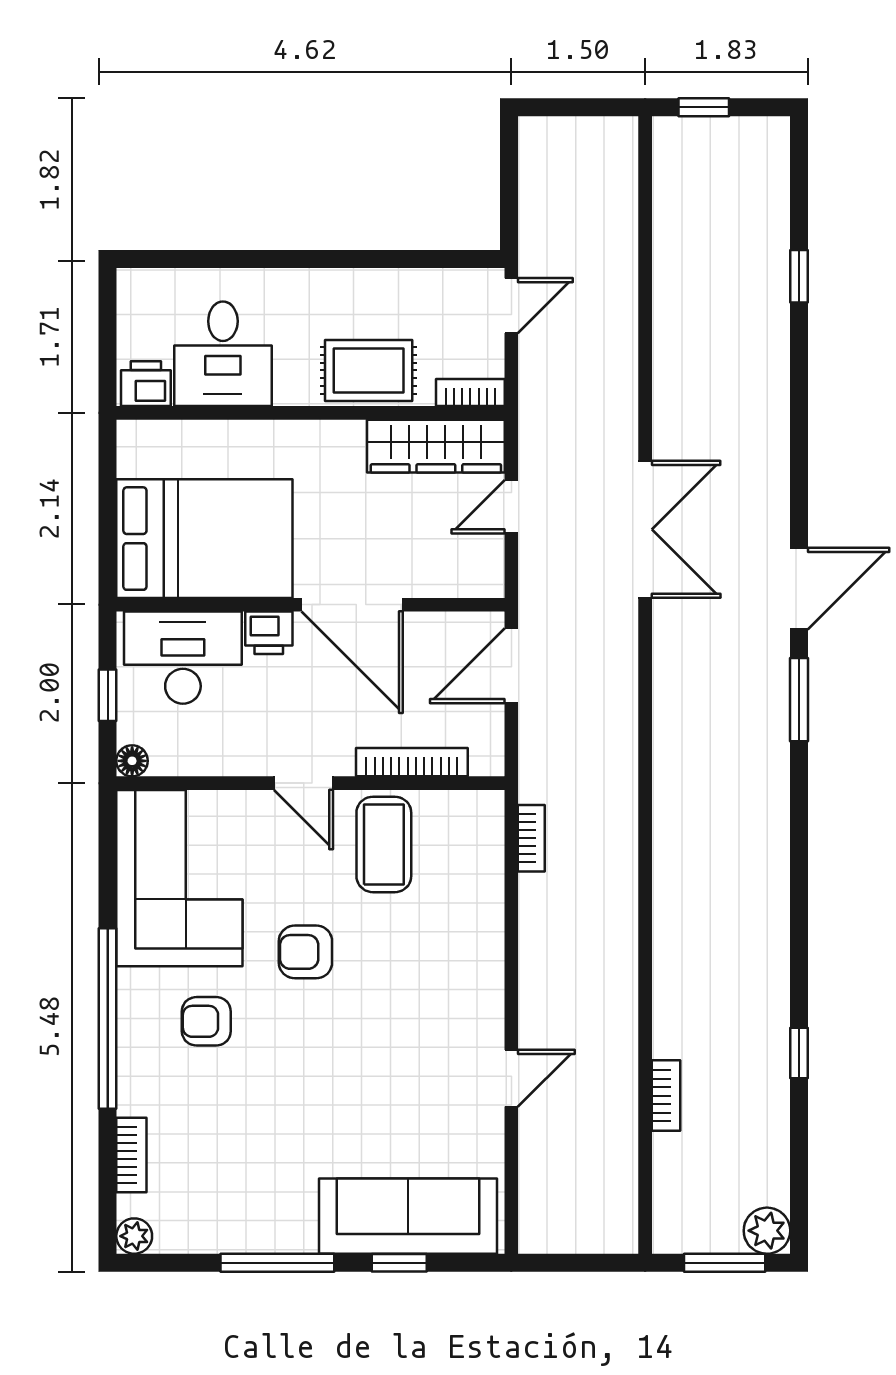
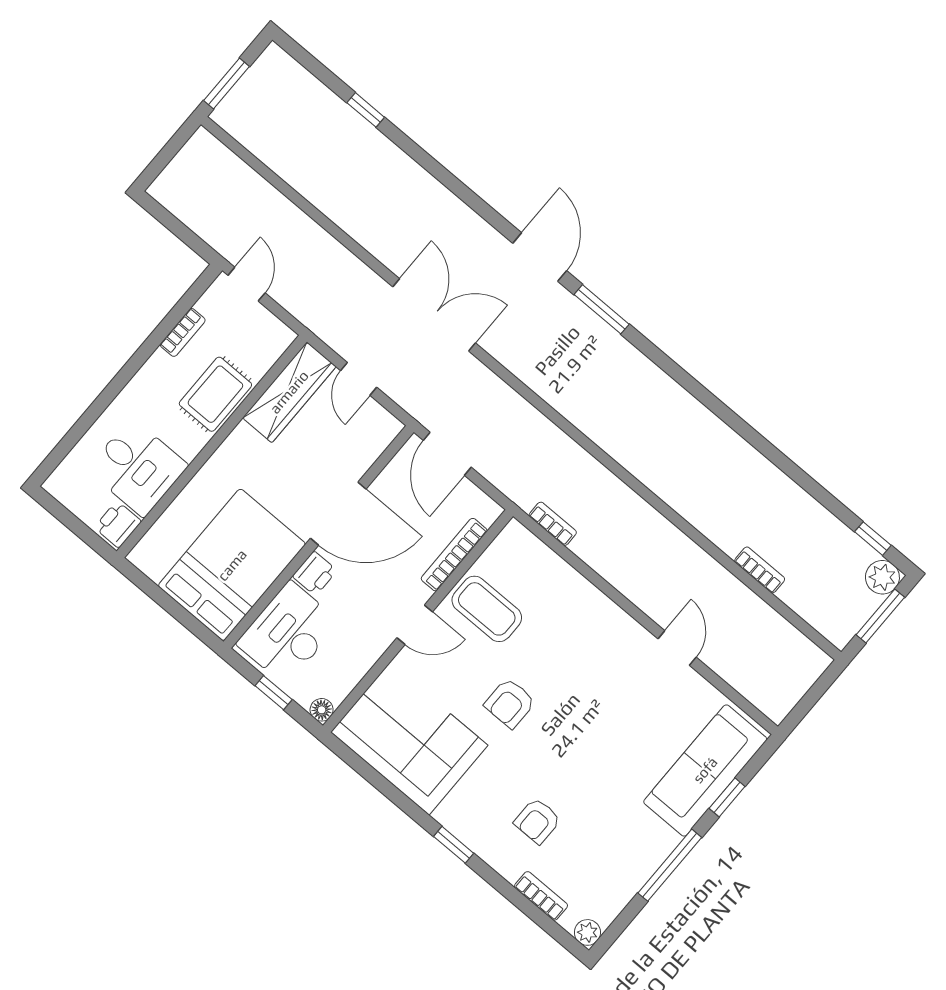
window: (704, 107) -> (227, 83), width x1.50
bookcase: (470, 392) -> (183, 332), moved, turned 180
window: (108, 1018) -> (454, 845), width x0.32
armchair: (206, 1021) -> (537, 821), moved
window: (799, 1053) -> (873, 539), moved

